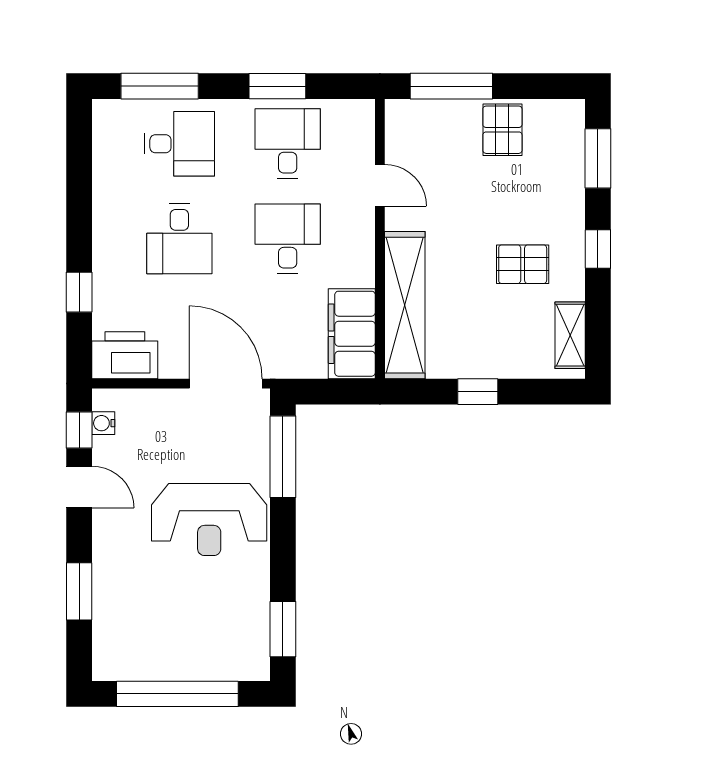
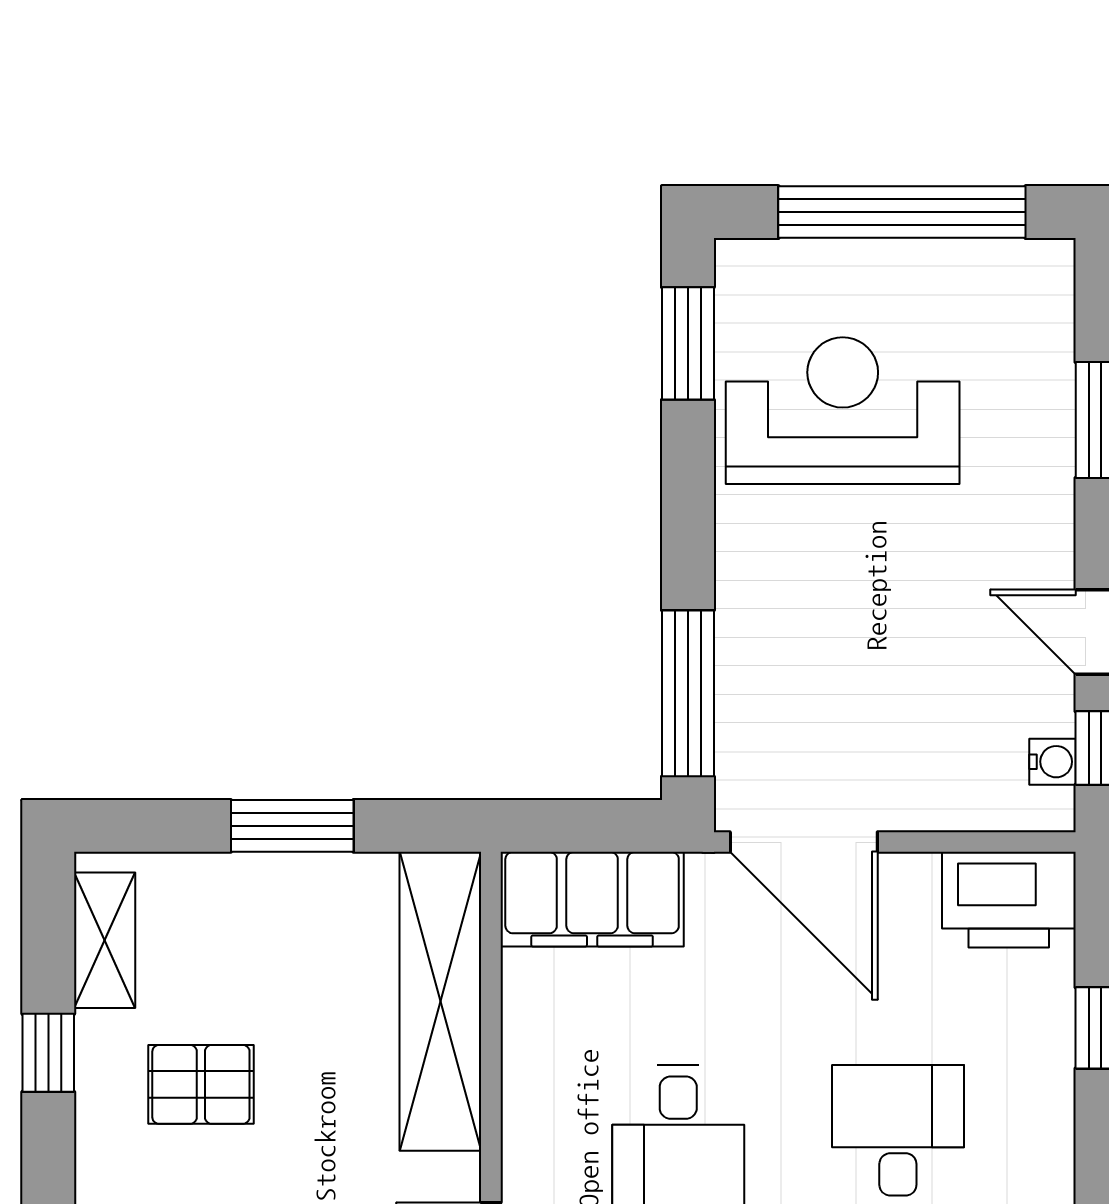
window: (598, 249) -> (48, 1053), moved
filing cabinet: (352, 334) -> (592, 899), moved, turned 90
window: (478, 392) -> (292, 826), width x1.50
reception desk: (209, 519) -> (843, 411), moved

